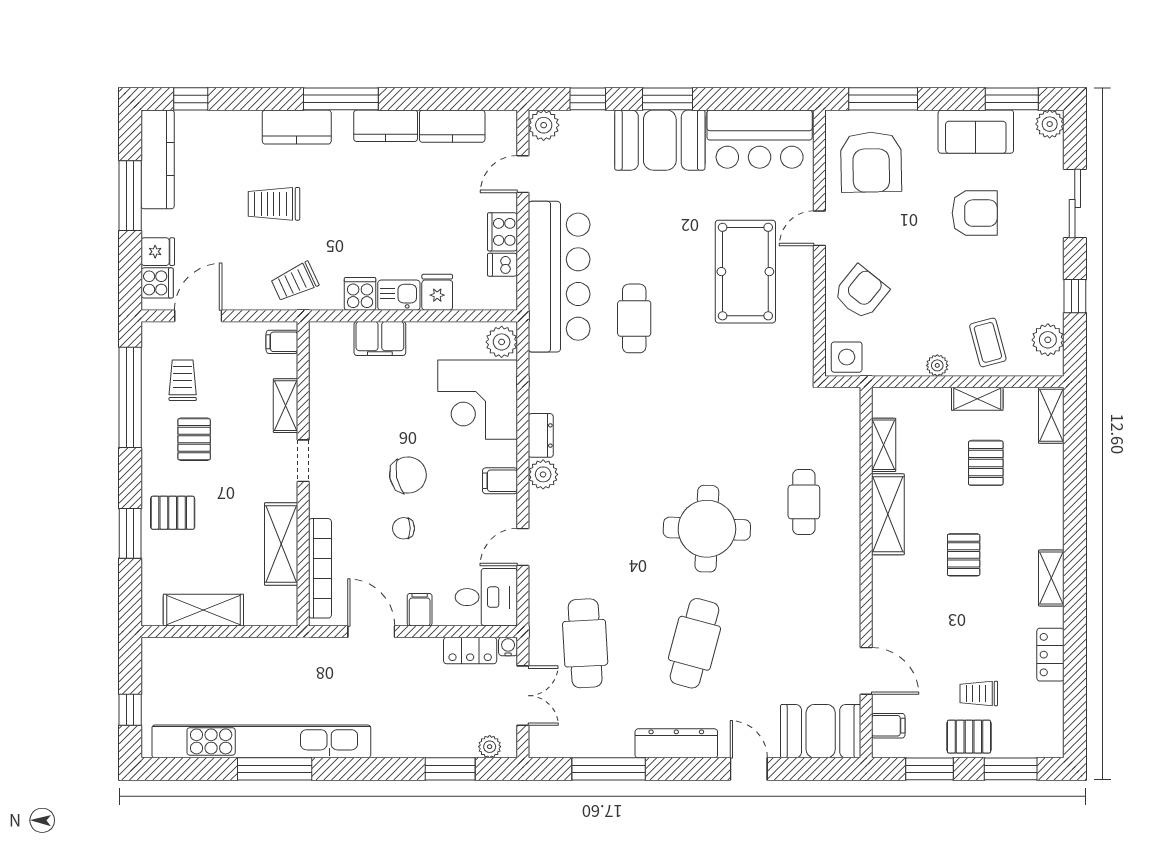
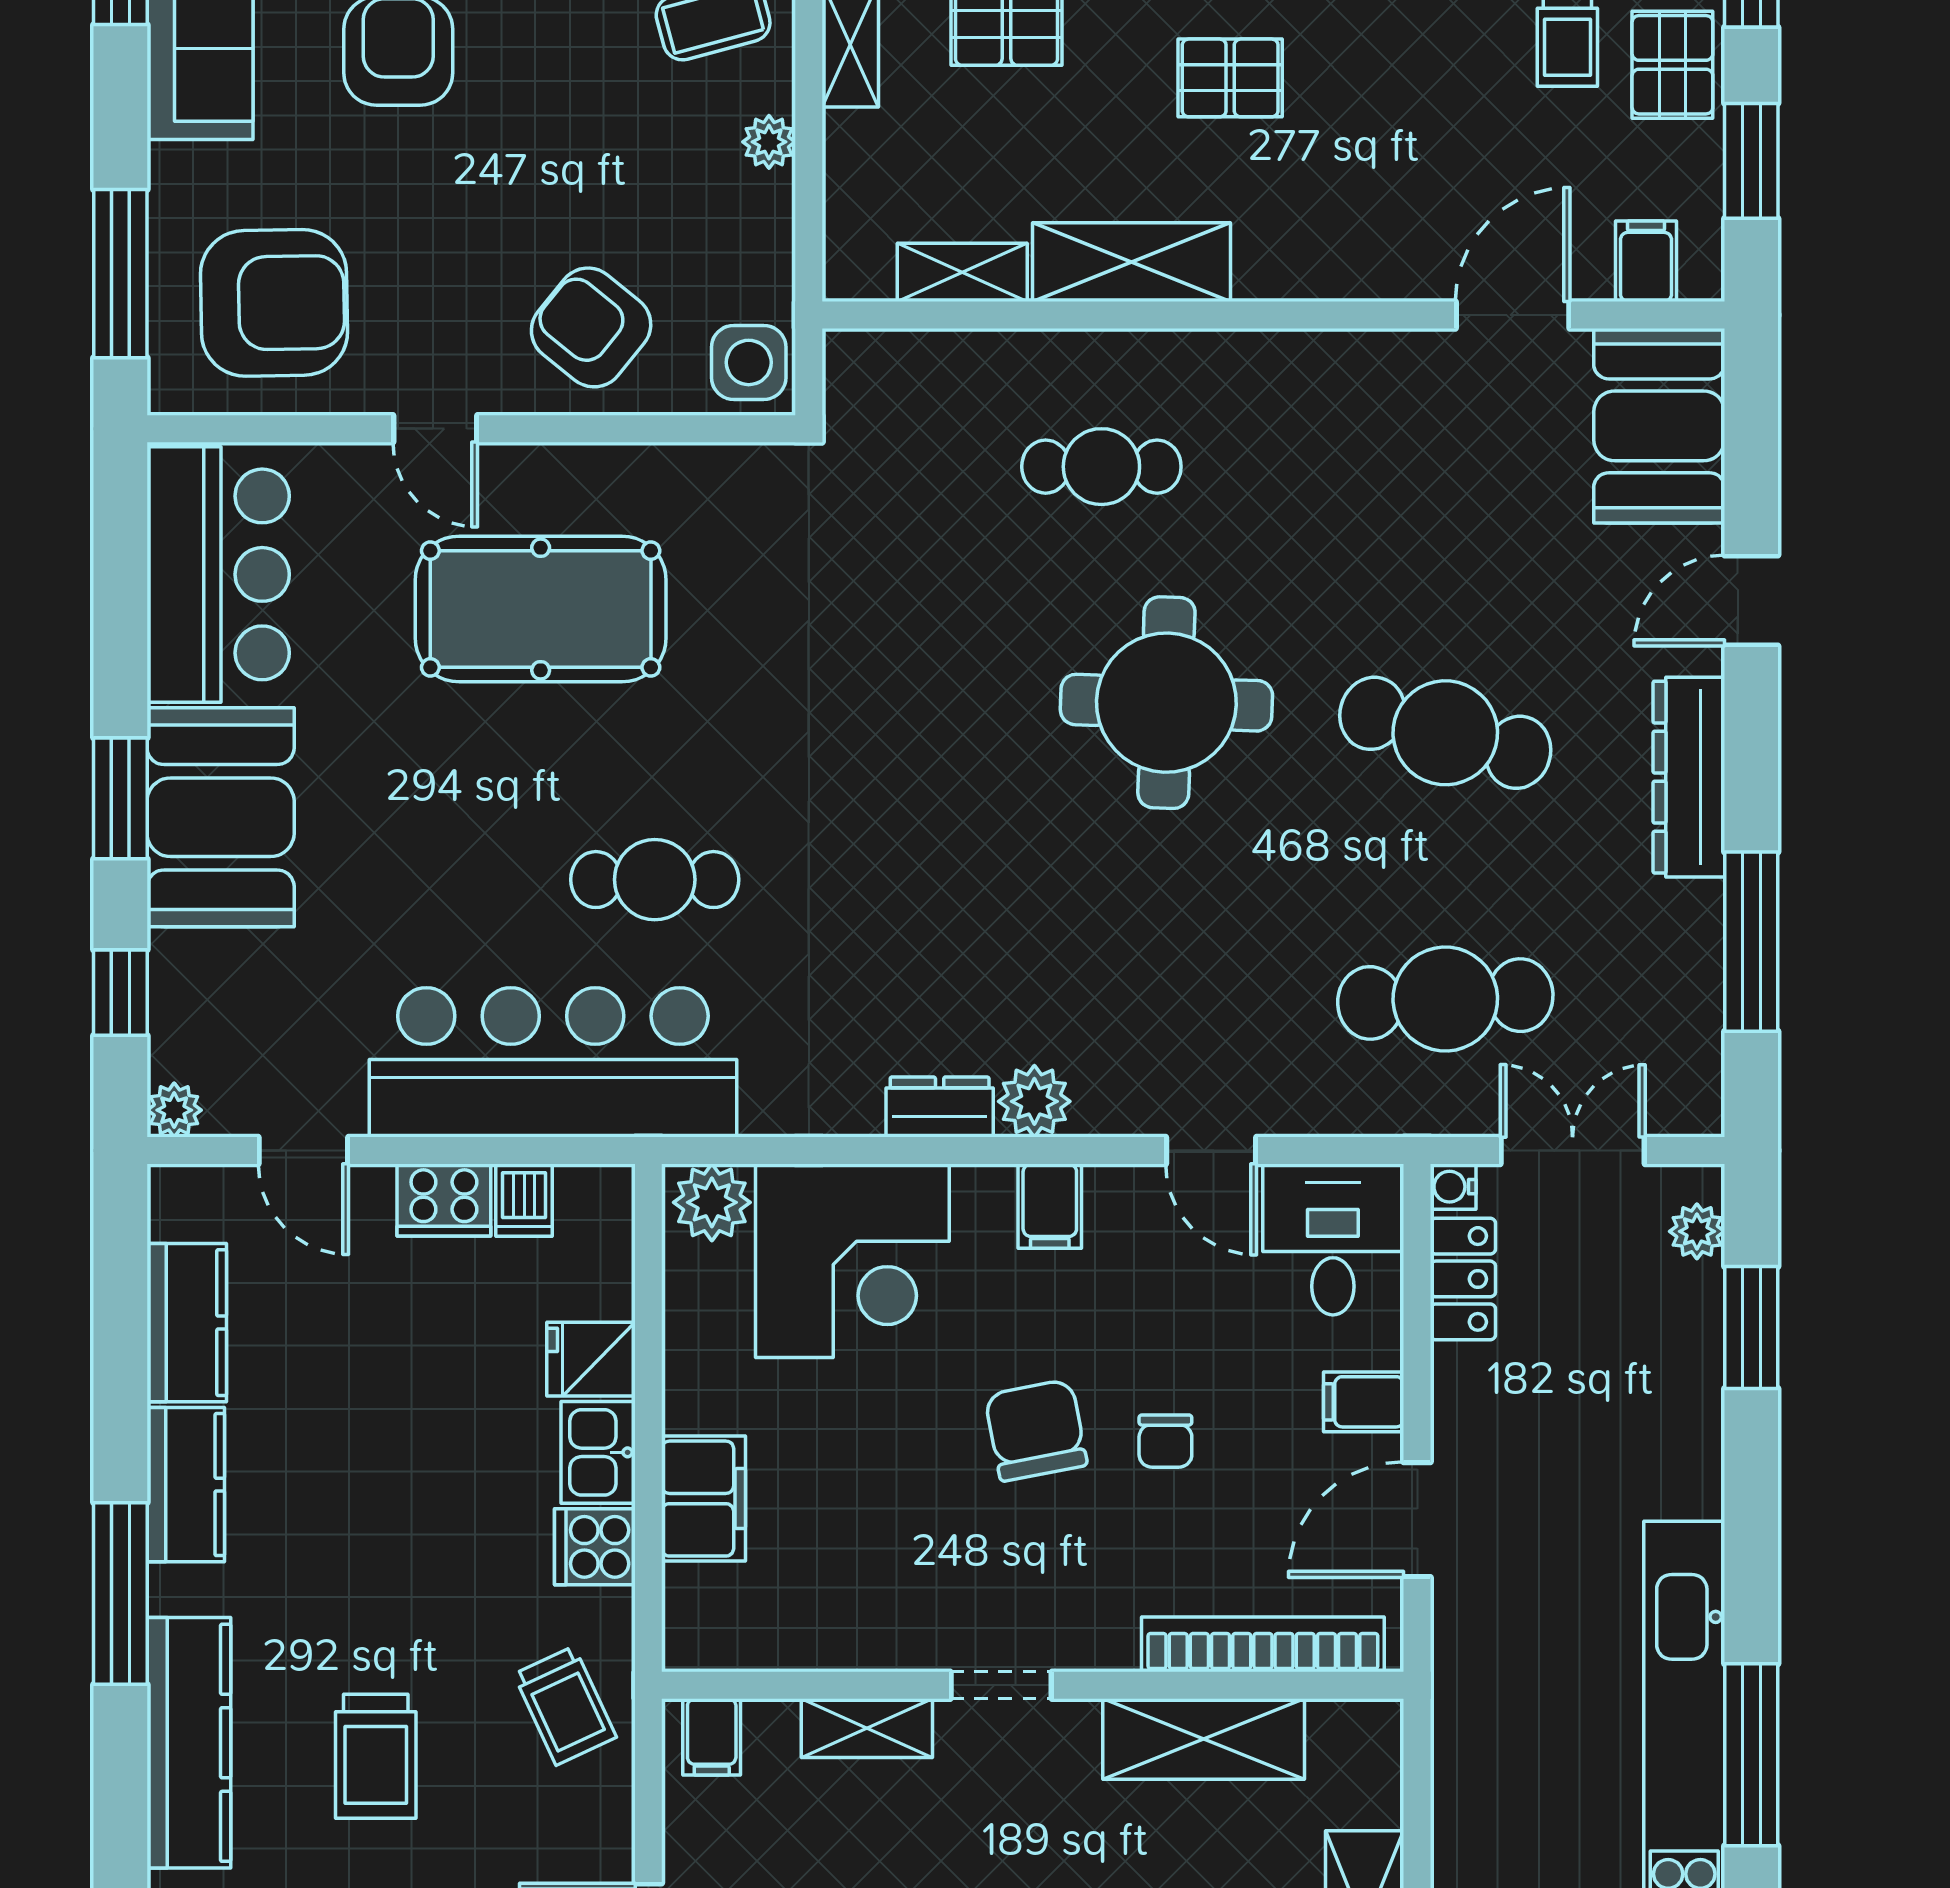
plant: (544, 125) -> (174, 1110), width x0.73, depth x0.73
kitchen counter: (297, 127) -> (189, 1743), width x1.50

